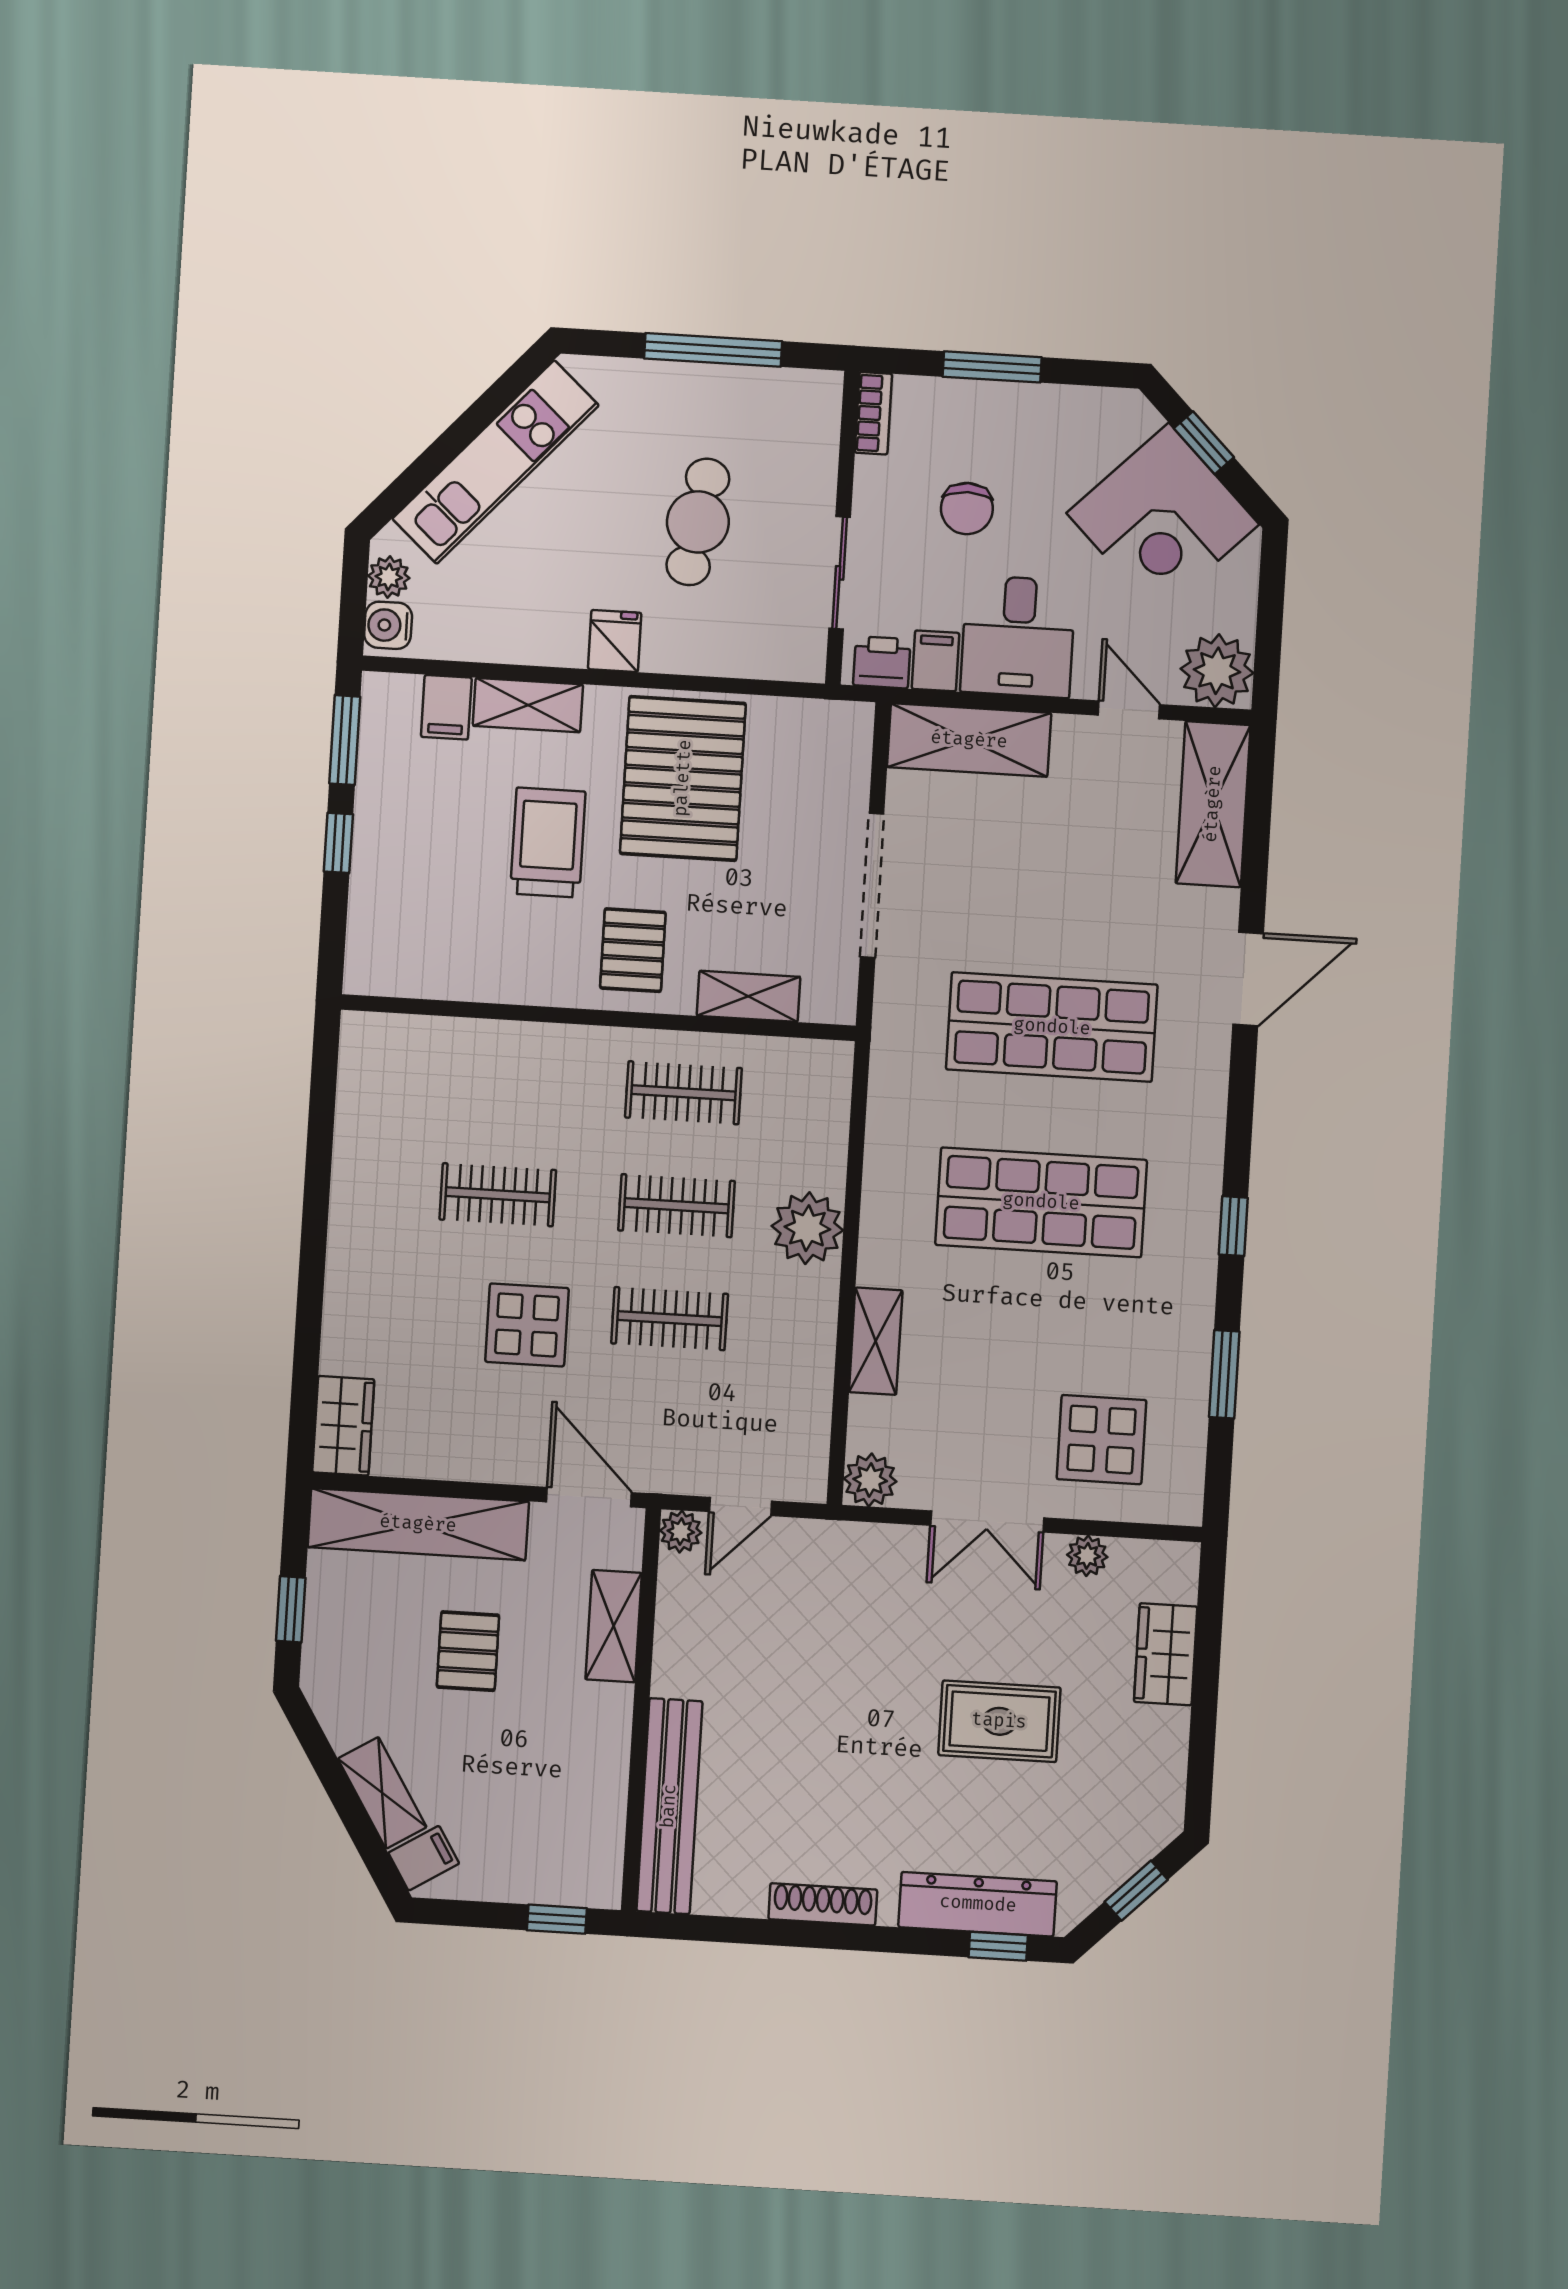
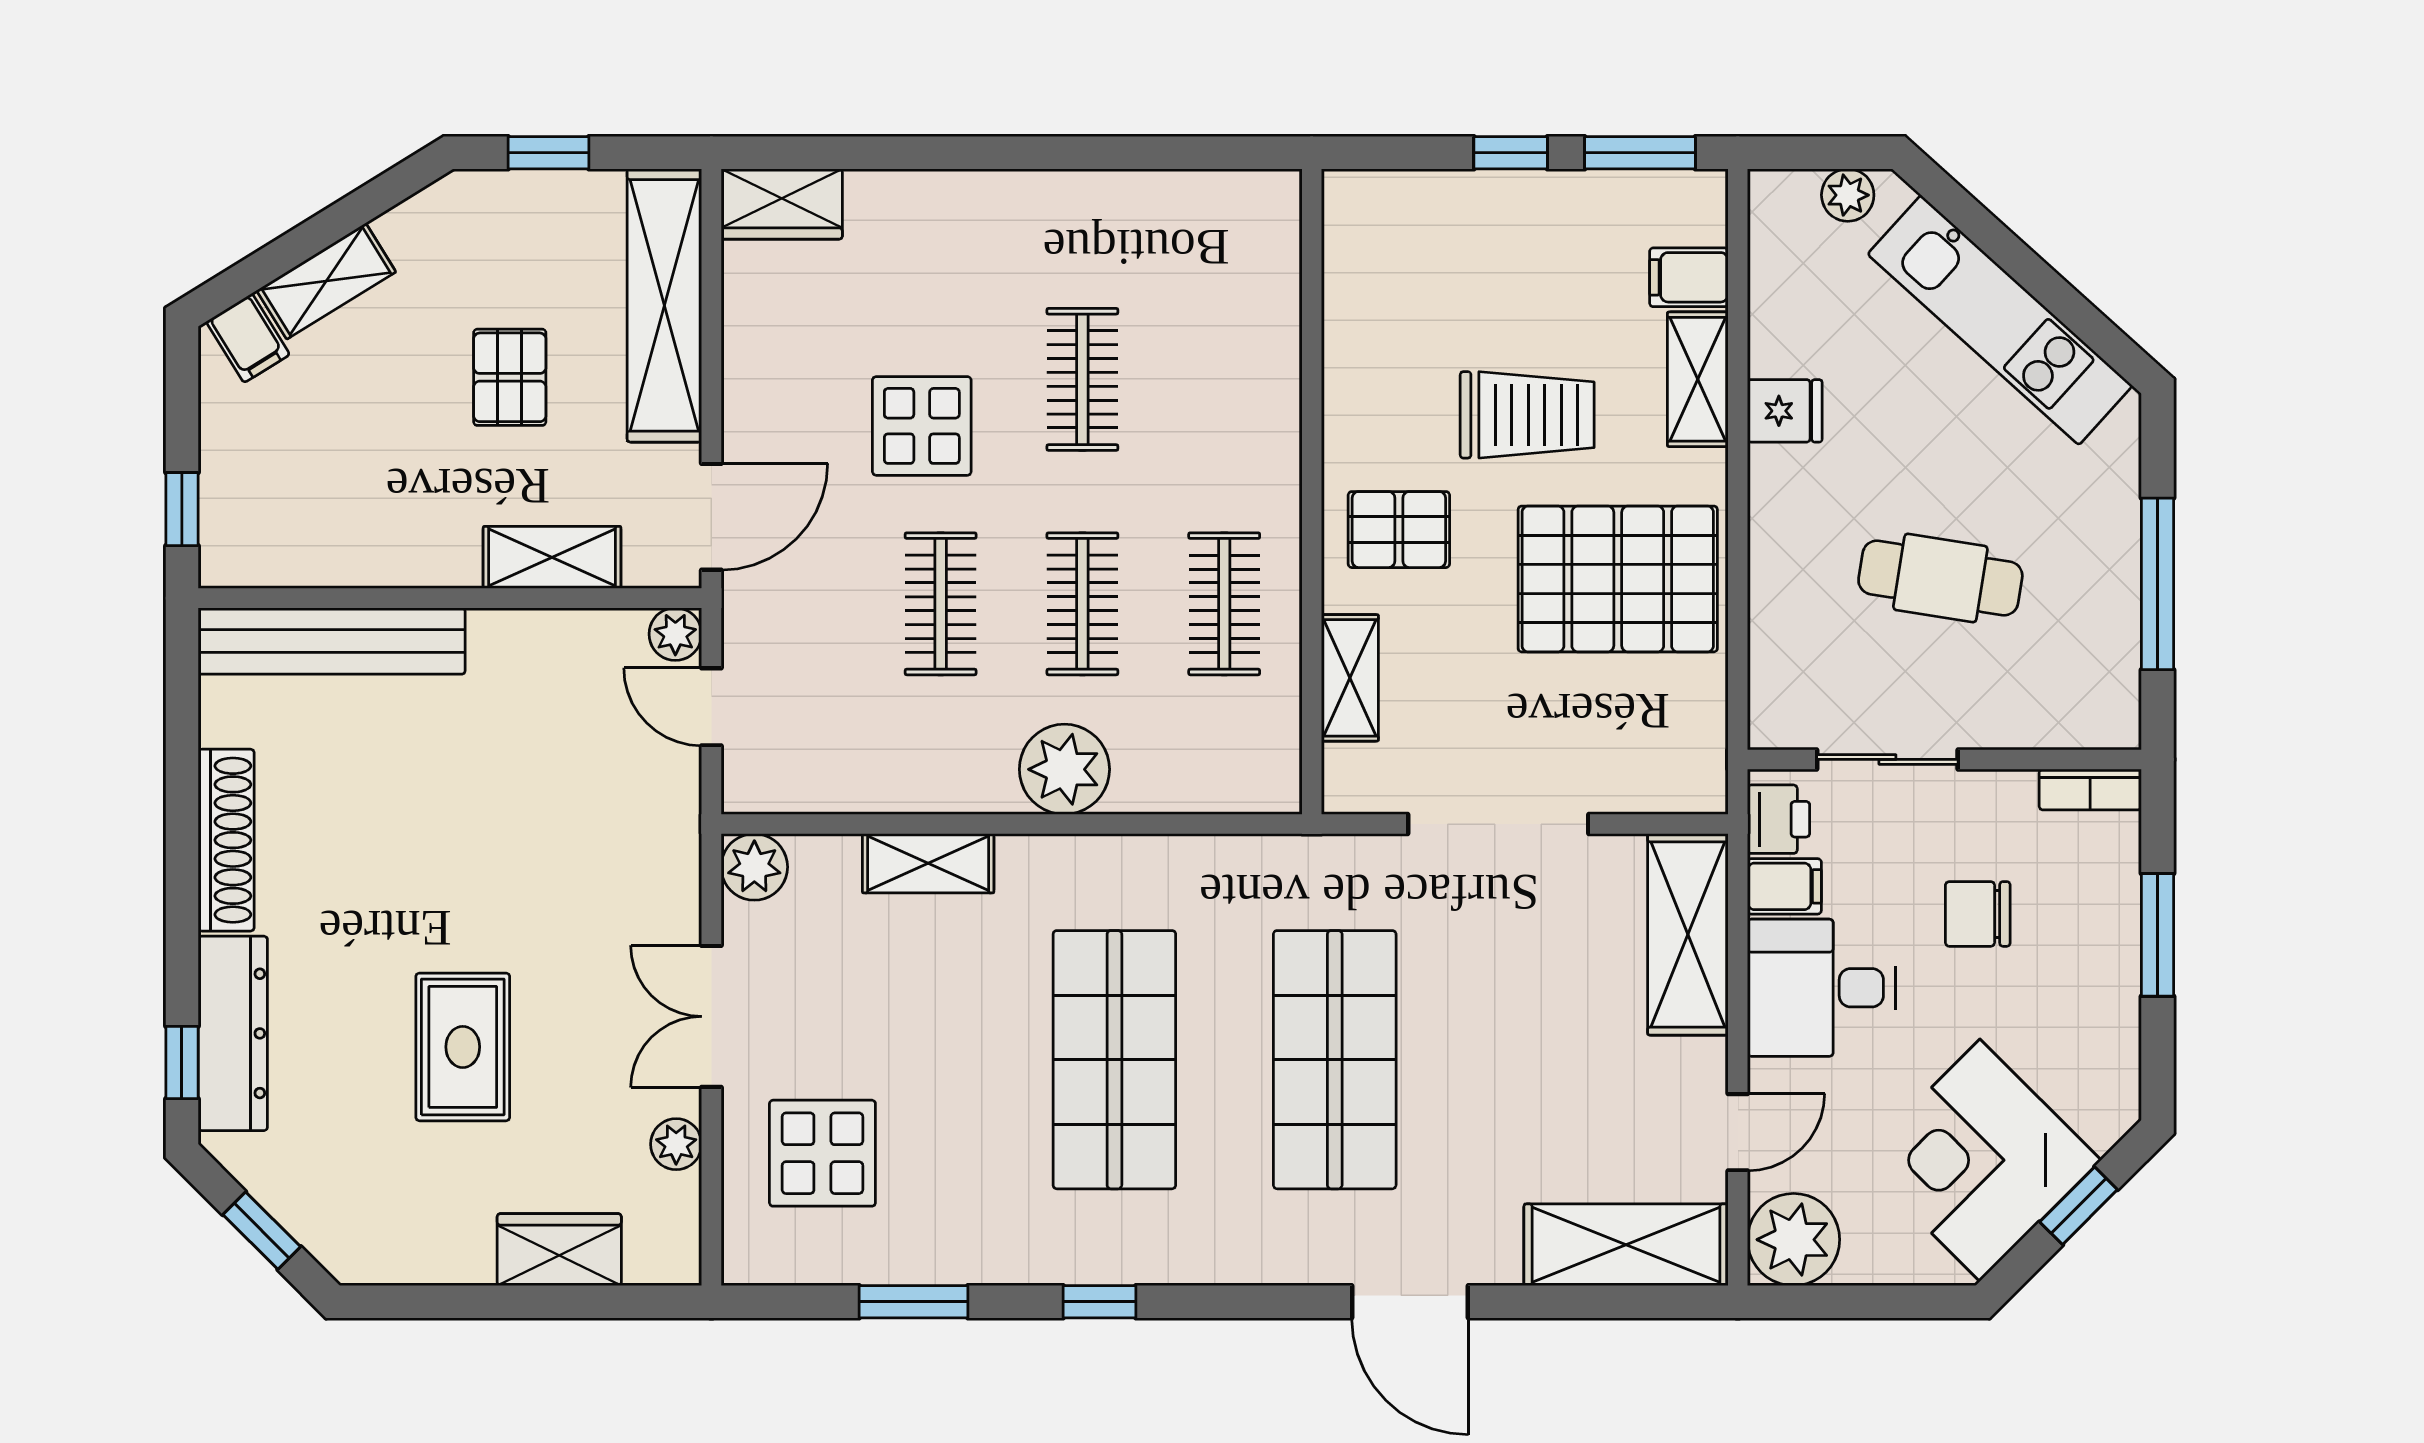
water cooler: (388, 625) -> (1787, 198), removed
fridge: (615, 641) -> (1785, 411), moved
pallet: (468, 1651) -> (510, 377), turned 90
shoe rack: (823, 1904) -> (226, 840), width x1.36, depth x1.24

